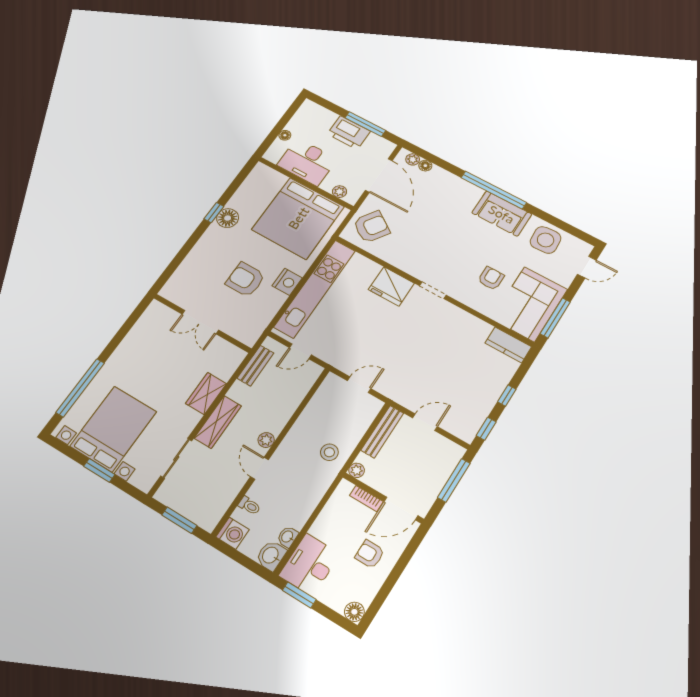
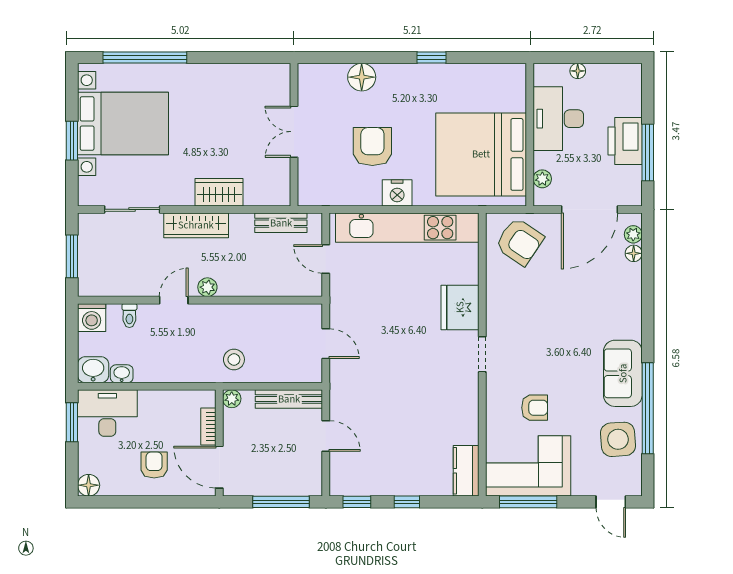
window: (494, 190) -> (648, 408), moved
floor lamp: (228, 218) -> (362, 77), moved

